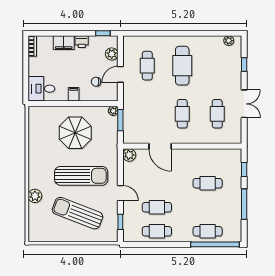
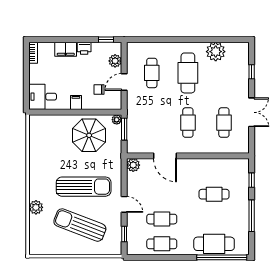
plant: (229, 41) -> (216, 52), moved, width x1.88, depth x1.88
parasol: (75, 133) -> (89, 135), moved
cafe table: (208, 231) -> (214, 244), width x1.37, depth x1.35

